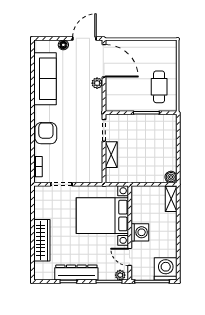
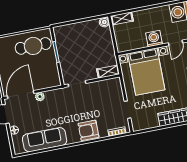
cafe table: (159, 87) -> (33, 46), width x1.37, depth x1.35
shelving: (111, 155) -> (108, 72), moved

